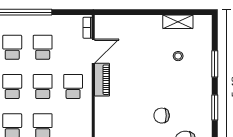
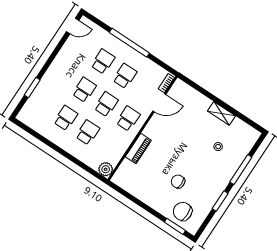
shelving: (178, 22) -> (221, 113), moved
window: (215, 64) -> (241, 170), width x1.44
piano: (102, 80) -> (138, 149), moved

